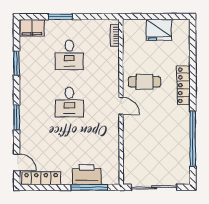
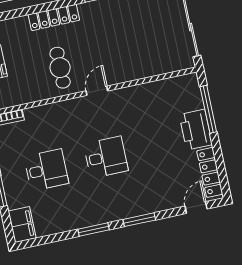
window: (17, 63) -> (94, 229), moved
printer: (87, 174) -> (196, 130), moved

